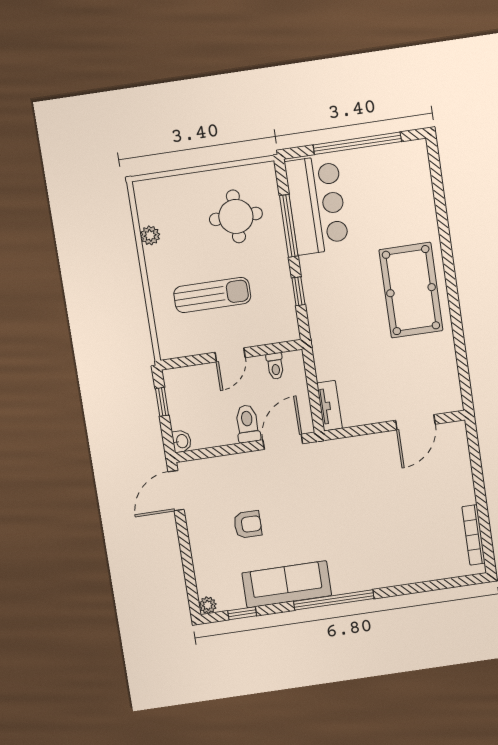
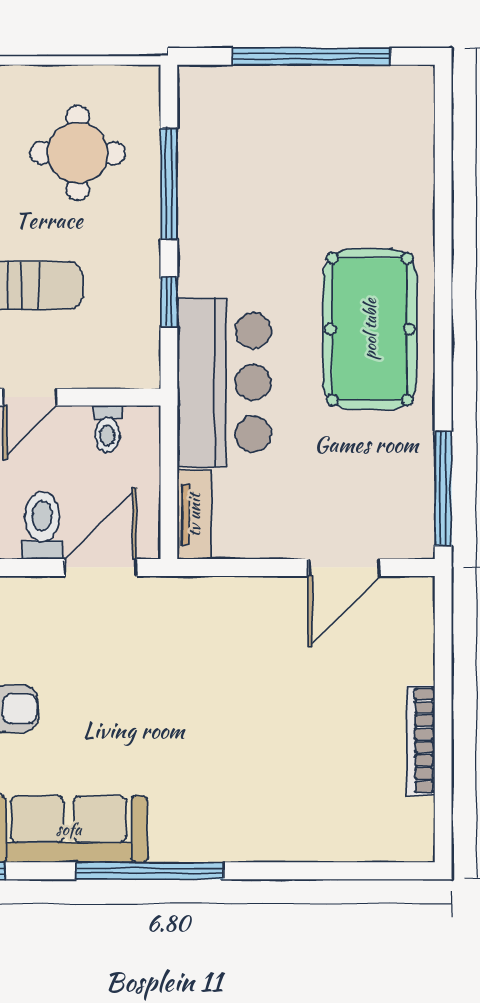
bar counter: (317, 205) -> (224, 382), moved
window: (463, 371) -> (443, 488), added
bookcase: (474, 535) -> (421, 740), moved

